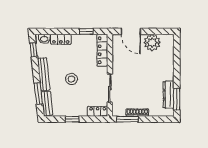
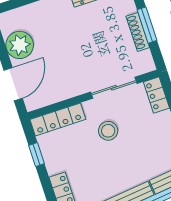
stool: (71, 79) -> (108, 131), moved
window: (127, 119) -> (147, 25), moved

